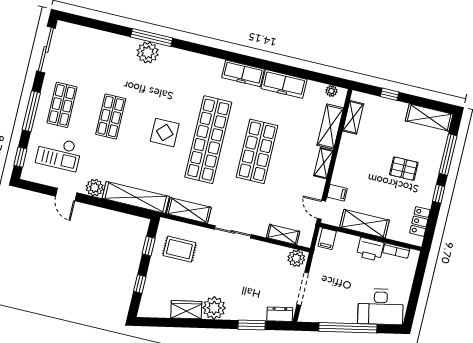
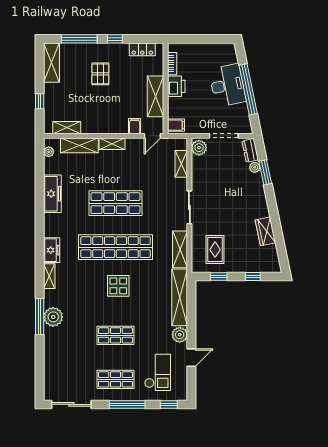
shelving: (194, 59) -> (49, 276), added
freezer: (243, 73) -> (52, 250), moved, width x0.71
desk: (381, 307) -> (227, 85), moved
plant: (214, 308) -> (255, 167), moved, width x0.53, depth x0.53

